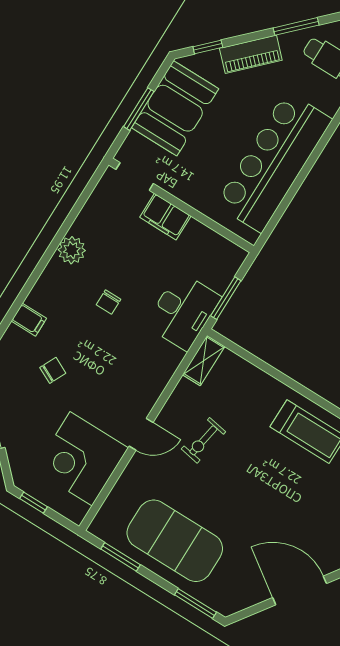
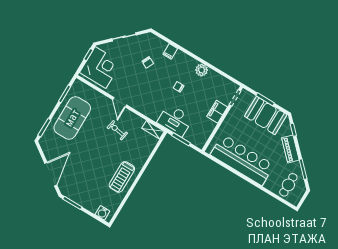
corner desk: (81, 459) -> (100, 67), moved, turned 90

